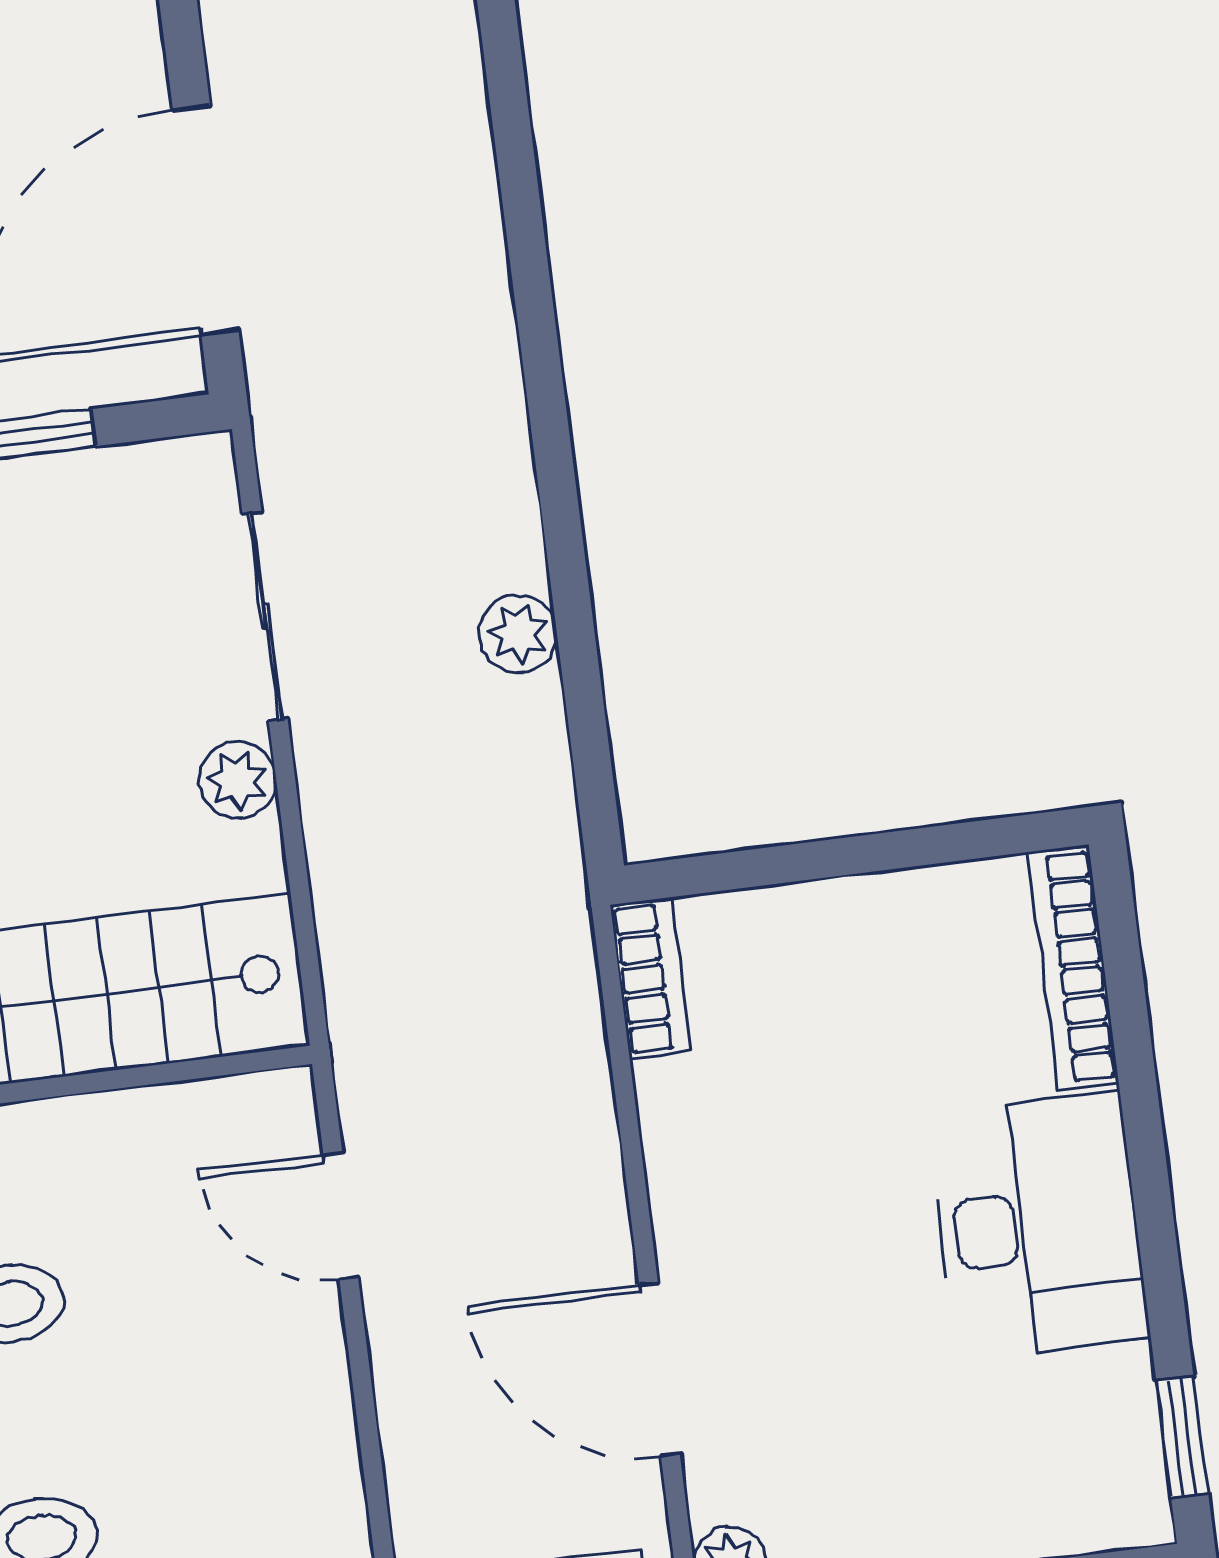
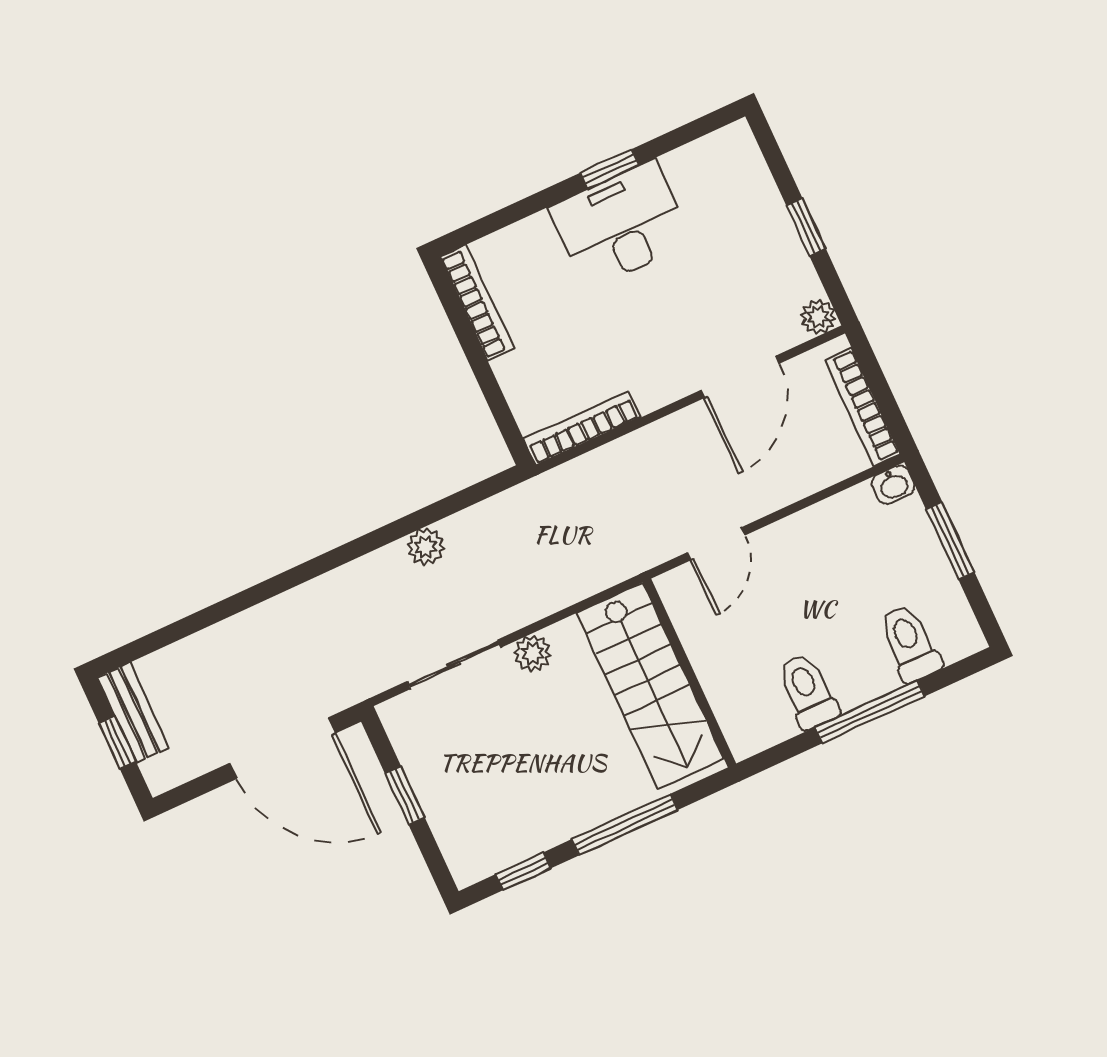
bookcase: (1073, 967) -> (477, 303), moved, turned -90
bookcase: (651, 978) -> (582, 428), width x1.56
window: (1182, 1436) -> (610, 169), moved

